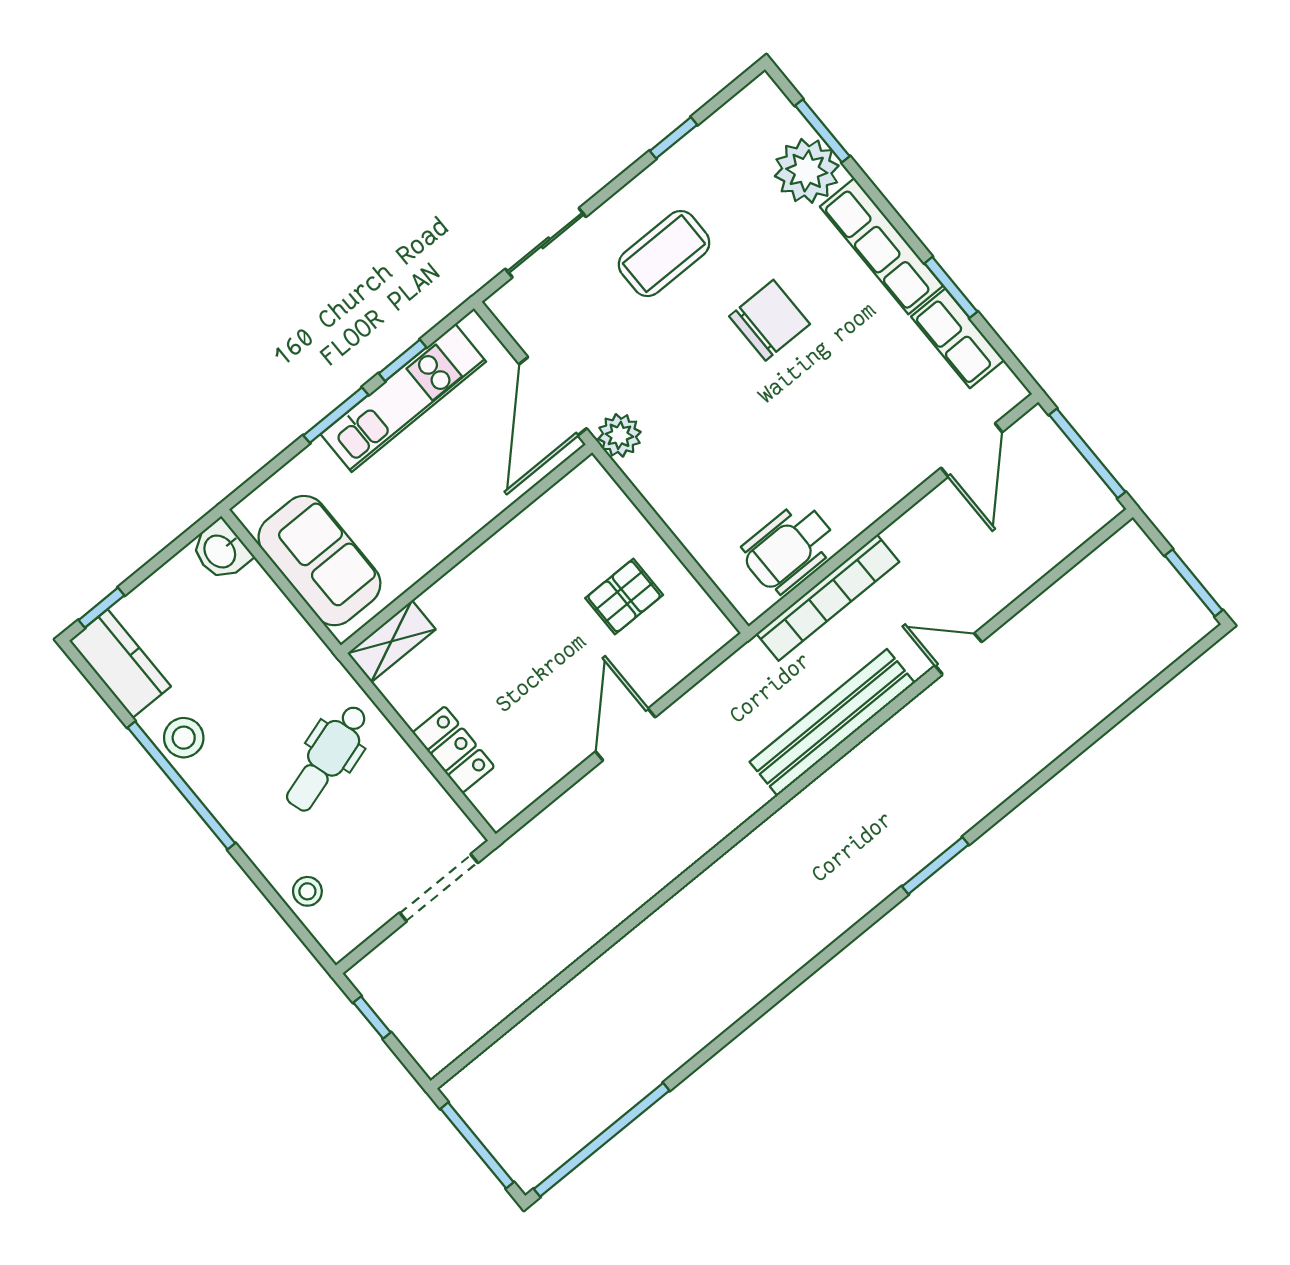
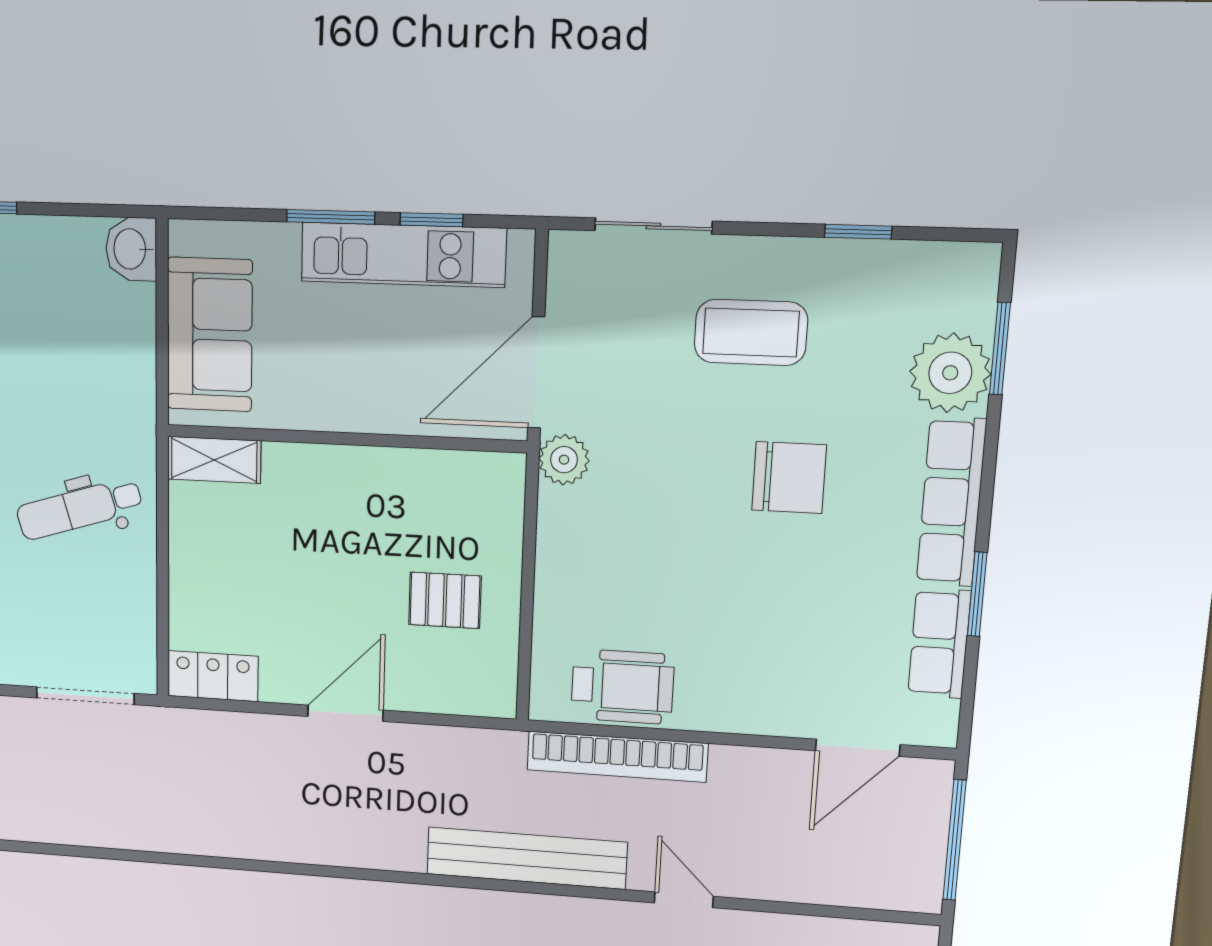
wheelchair: (789, 548) -> (622, 687), turned 180
locker: (453, 750) -> (213, 676), moved, turned -90

